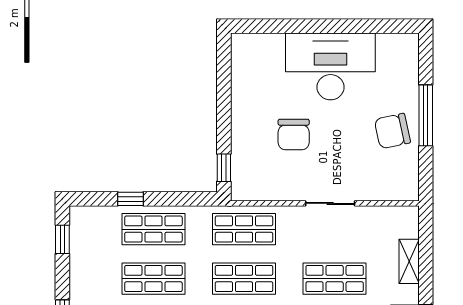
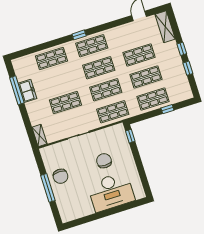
desk: (330, 66) -> (111, 192), moved
chair: (392, 131) -> (61, 176), turned 102
window: (62, 239) -> (188, 68), moved
shelving: (409, 261) -> (39, 136), moved

